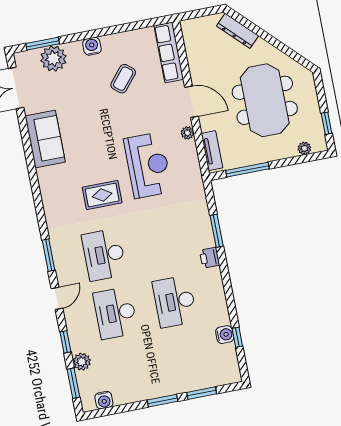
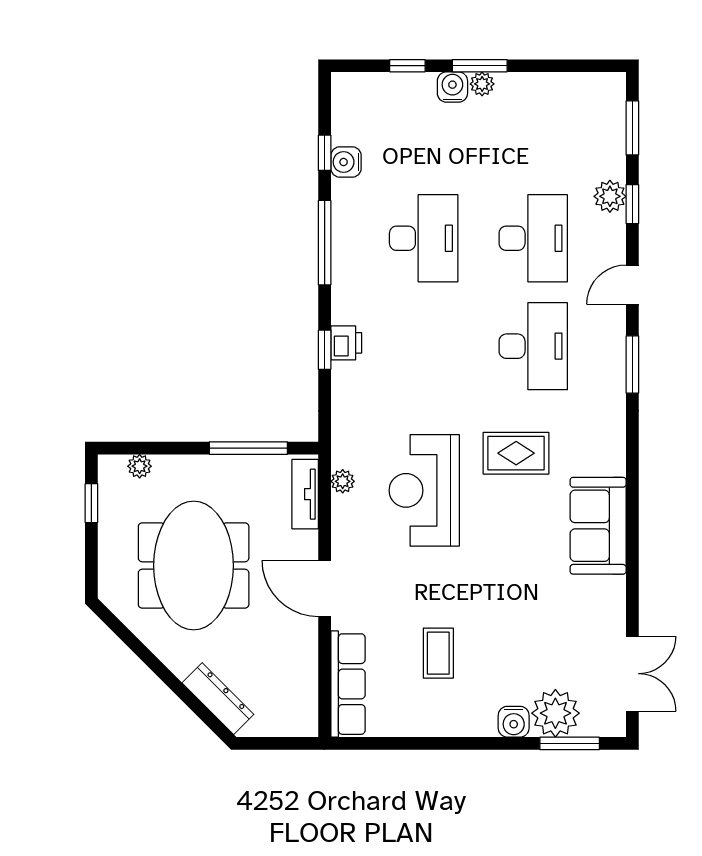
water cooler: (92, 46) -> (514, 722), moved
coffee table: (123, 79) -> (438, 653), turned -40
plant: (187, 133) -> (343, 481), moved
sofa: (45, 139) -> (598, 526), moved
window: (217, 231) -> (325, 350), width x0.67
printer: (210, 258) -> (346, 343), moved
window: (228, 289) -> (325, 243), added
plant: (82, 362) -> (610, 196), moved
plant: (159, 391) -> (482, 84), added
window: (202, 393) -> (407, 66), width x0.67
water cooler: (104, 400) -> (452, 87), moved

